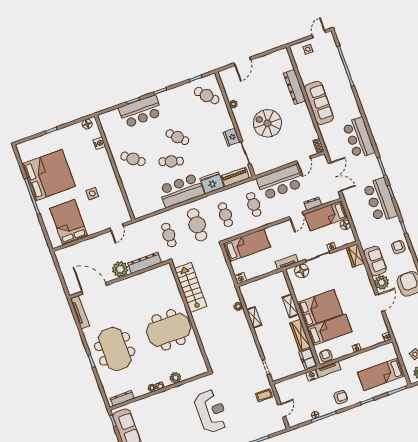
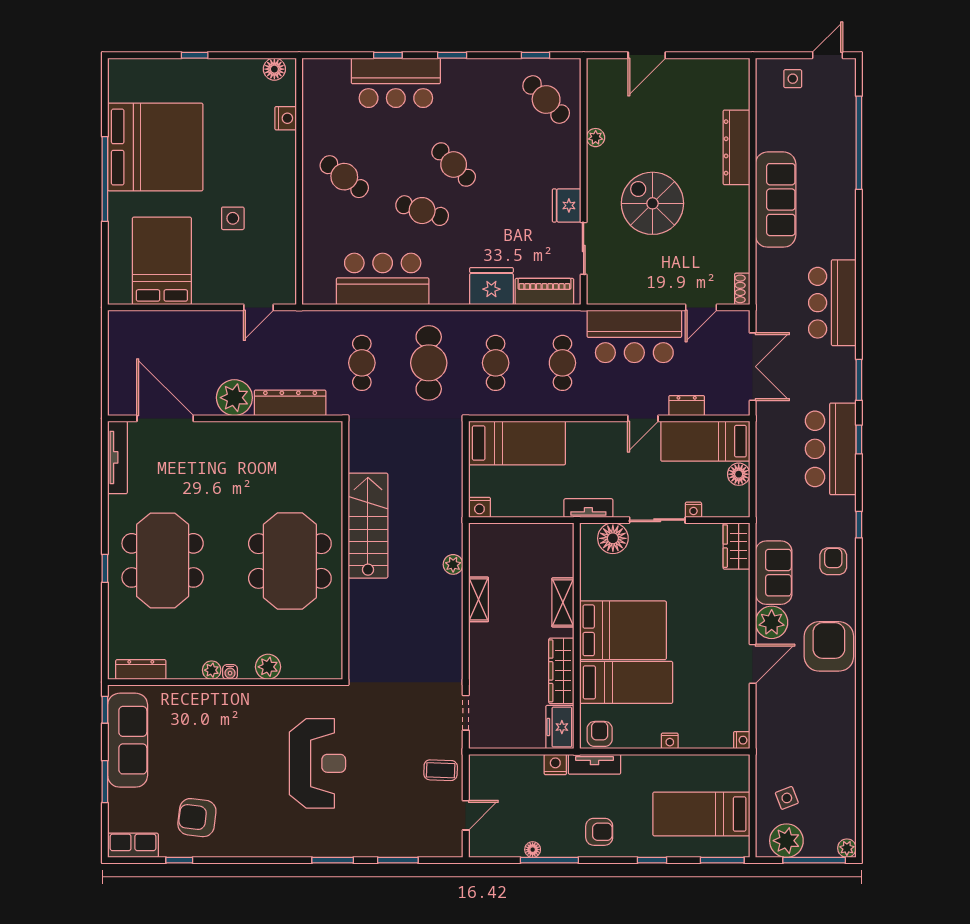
bar counter: (181, 190) -> (383, 279), moved
stairs: (191, 287) -> (368, 526), moved
meeting table: (169, 330) -> (290, 561), turned 90

